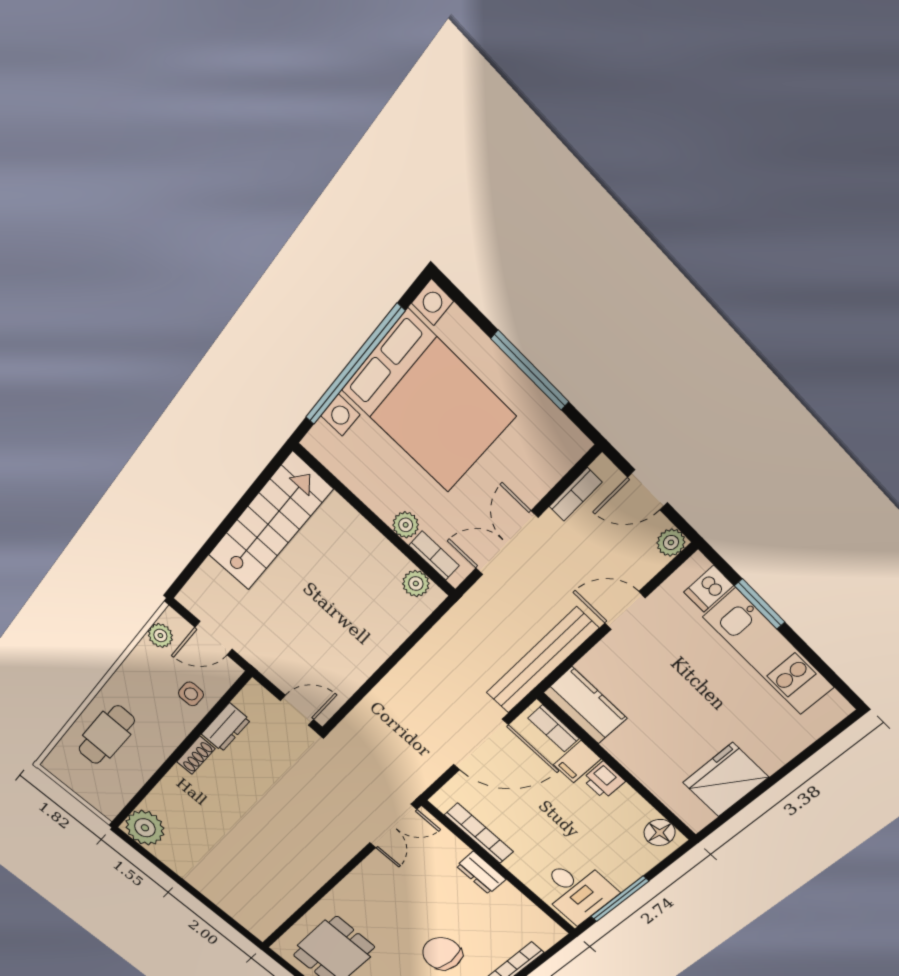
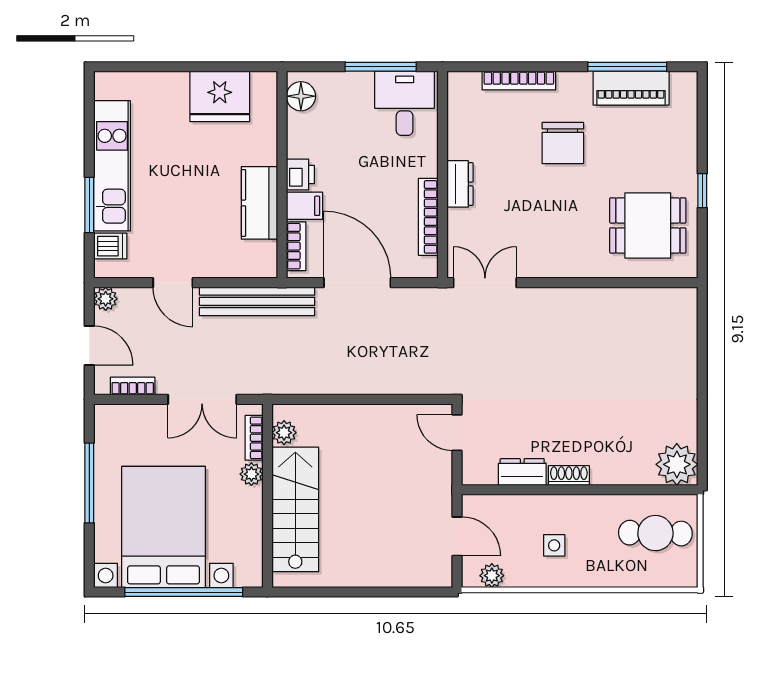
stairs: (270, 522) -> (295, 509), moved, turned 90
side table: (191, 694) -> (554, 545), moved
kitchen counter: (585, 706) -> (259, 203), moved
cafe table: (107, 735) -> (655, 533), moved

